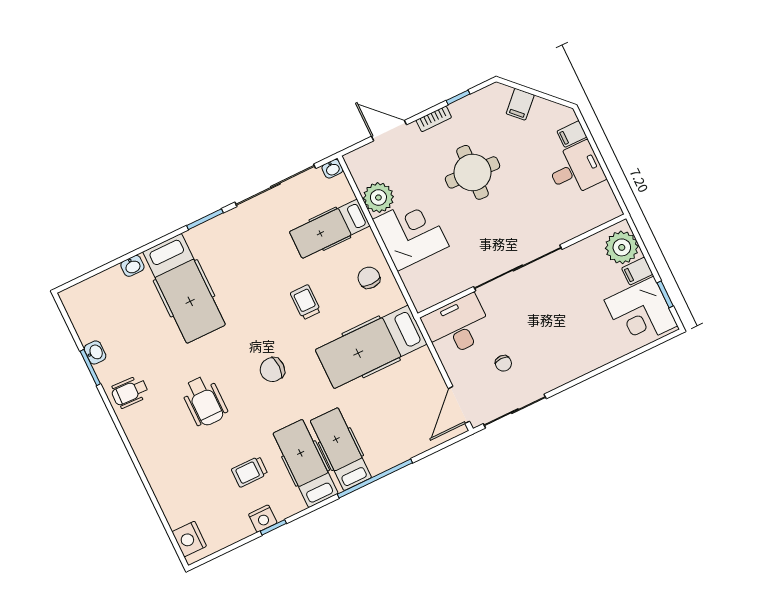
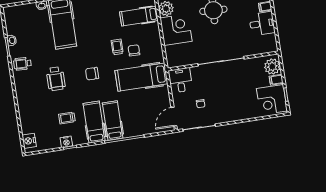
chair: (369, 278) -> (134, 50), moved
desk: (457, 326) -> (180, 80), width x0.73

